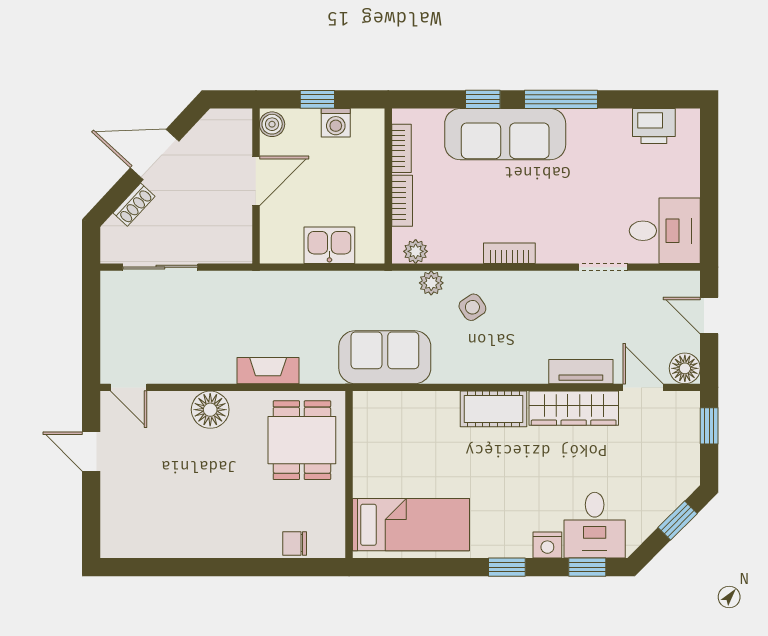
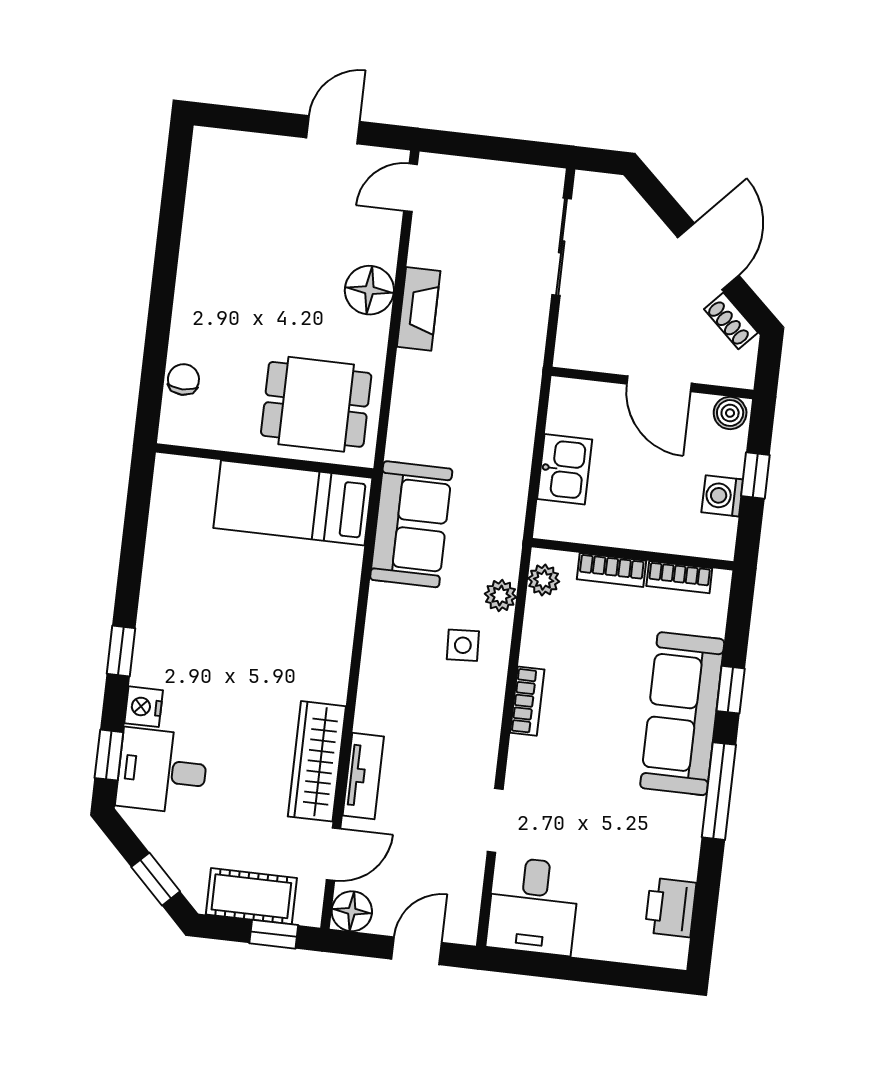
shoe rack: (134, 205) -> (731, 321), moved
side table: (472, 307) -> (463, 645), turned 31
fireplace: (268, 371) -> (419, 309), moved
cot: (494, 409) -> (251, 896), moved, turned 90
bed: (411, 525) -> (293, 503), moved, turned 90

